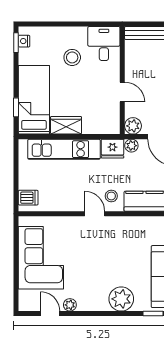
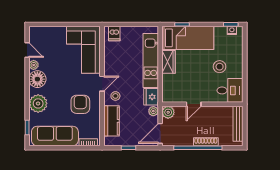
armchair: (122, 243) -> (80, 104), added
corner sofa: (41, 258) -> (83, 50), moved, turned 90
floor lamp: (89, 300) -> (37, 79), added
door: (50, 314) -> (27, 50), hinge flipped

